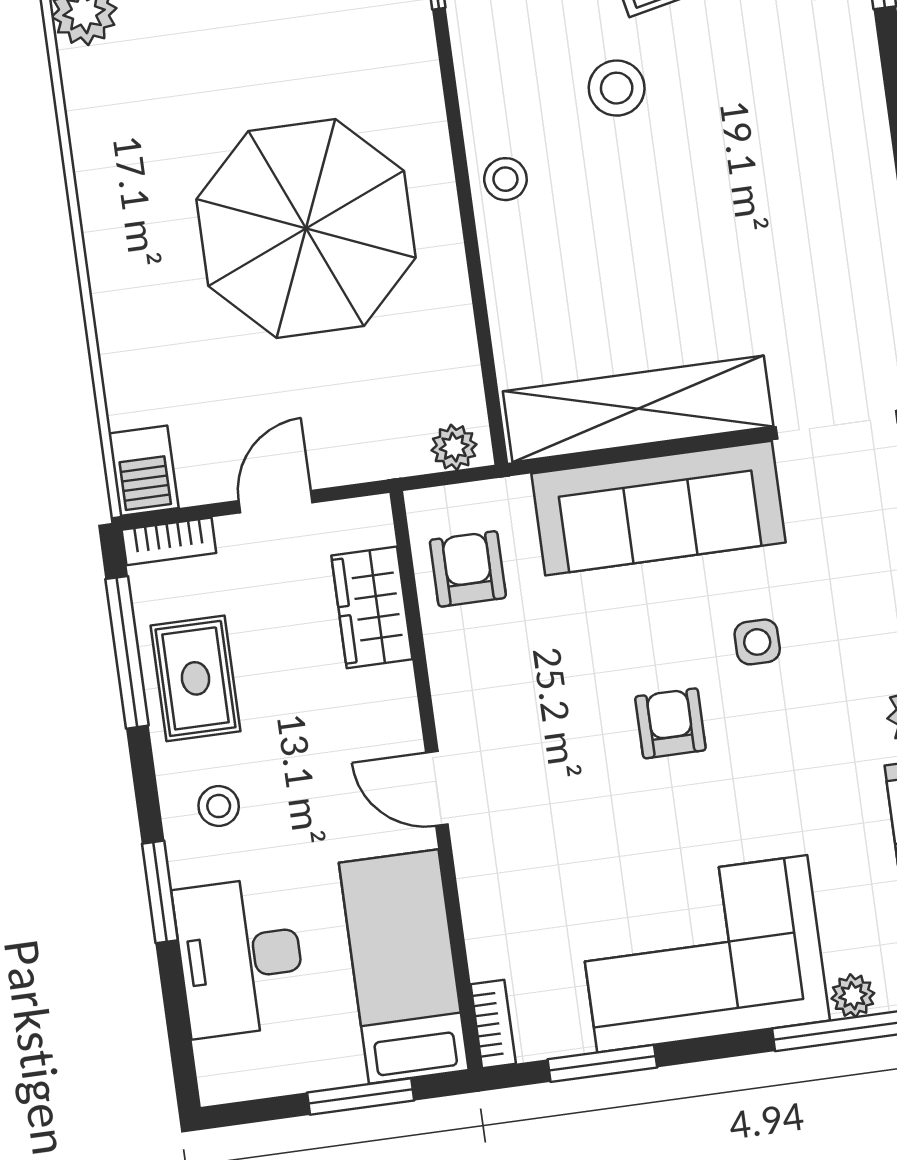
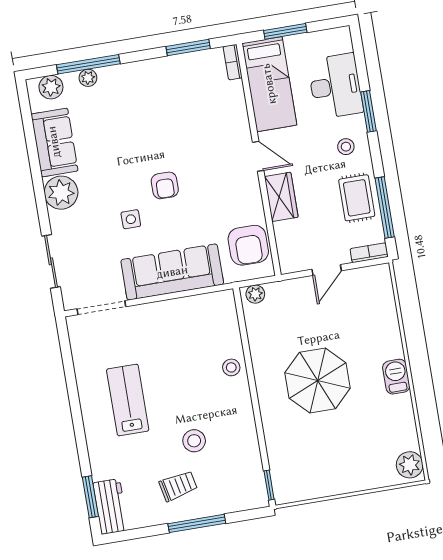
stool: (505, 179) -> (231, 367), moved
lab bench: (778, 194) -> (128, 400), added
parasol: (306, 228) -> (318, 380), width x0.73, depth x0.73
shelving: (638, 409) -> (182, 312), removed
barbecue: (143, 471) -> (396, 377), moved
armchair: (468, 569) -> (248, 245), width x1.38, depth x1.38
wardrobe: (372, 607) -> (281, 197), moved
corner sofa: (702, 954) -> (149, 93), removed

